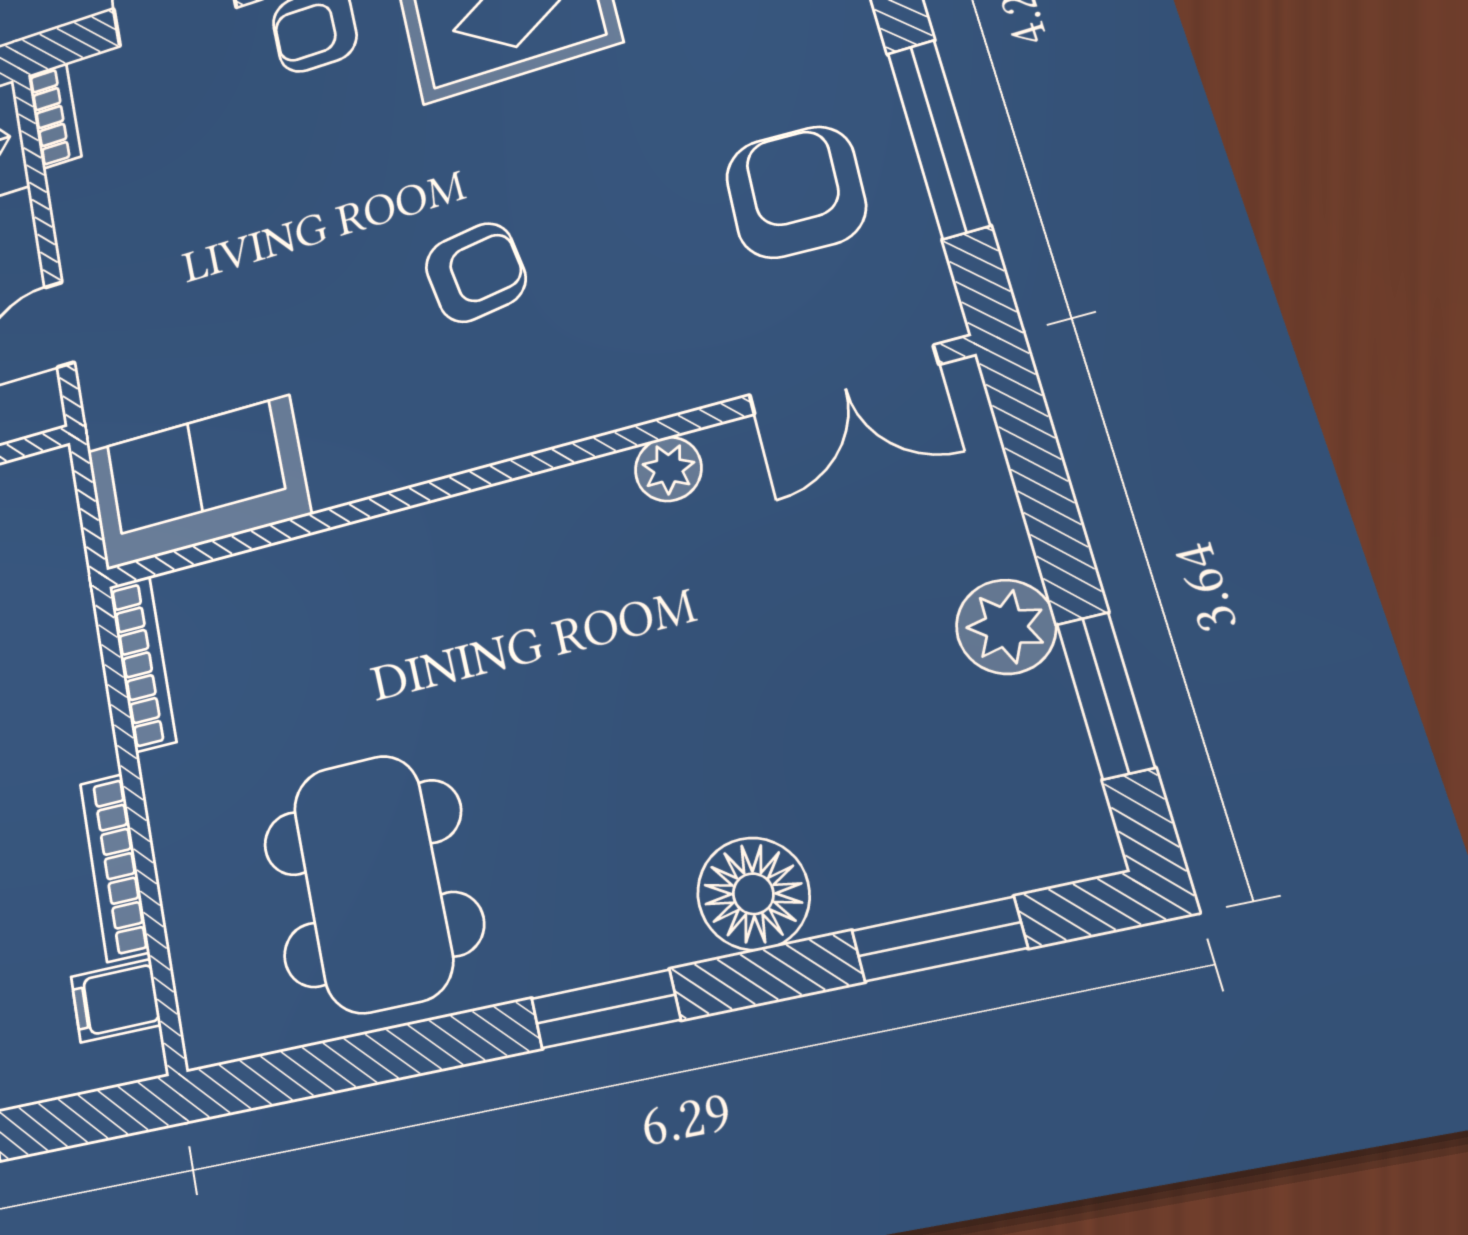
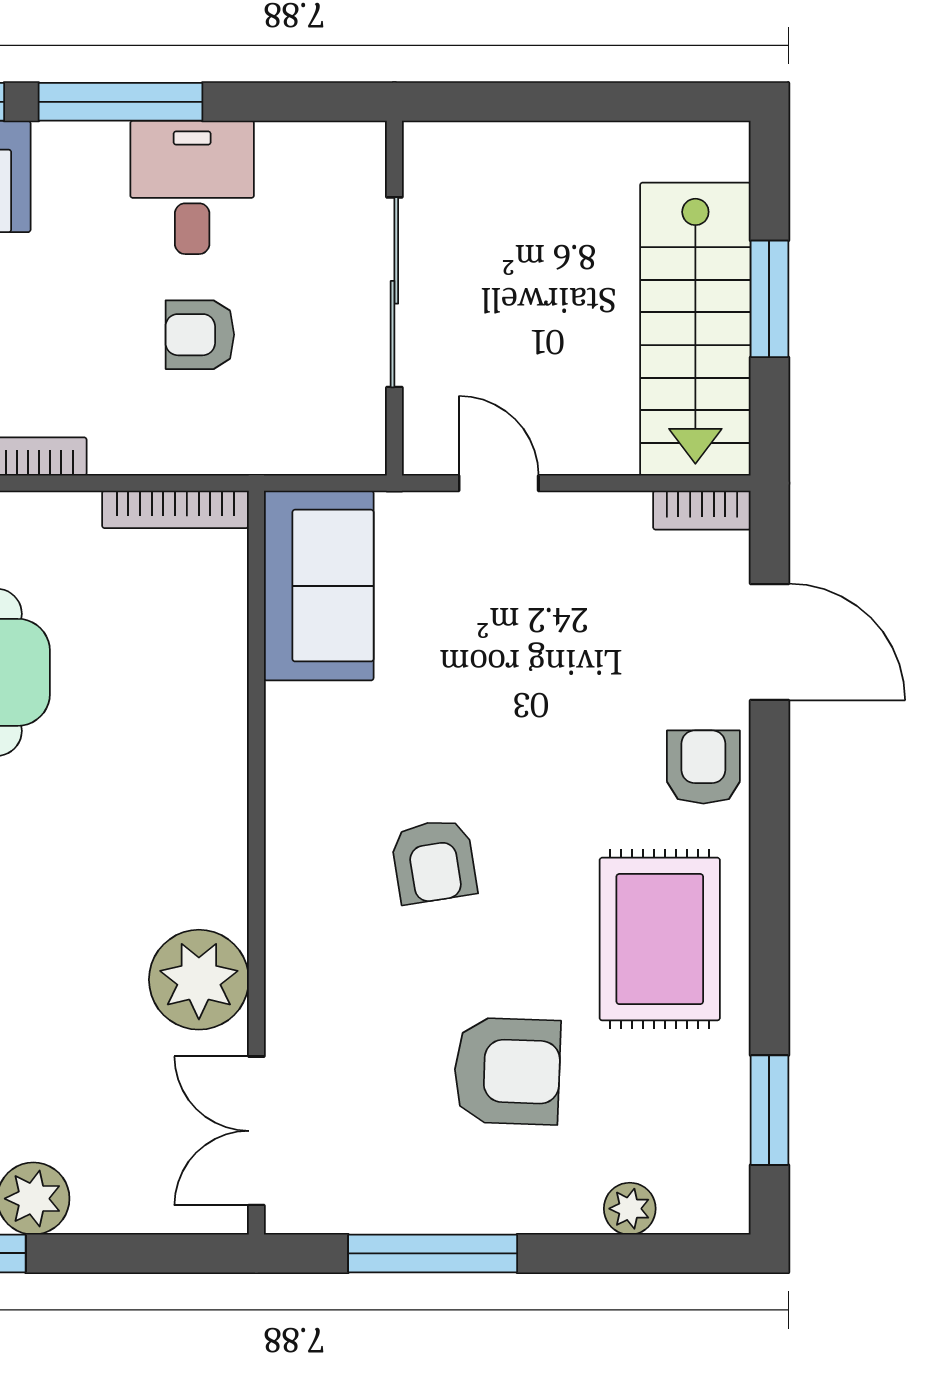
armchair: (796, 192) -> (507, 1071), moved
plant: (668, 469) -> (199, 980), width x1.87, depth x1.87

